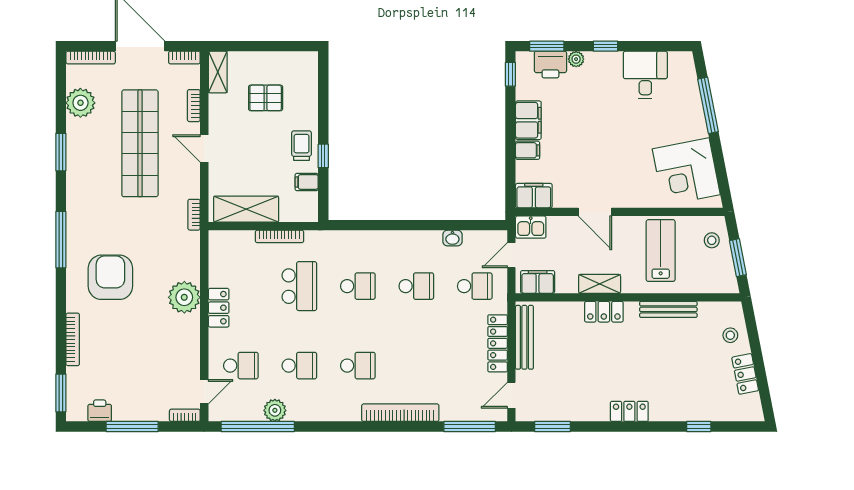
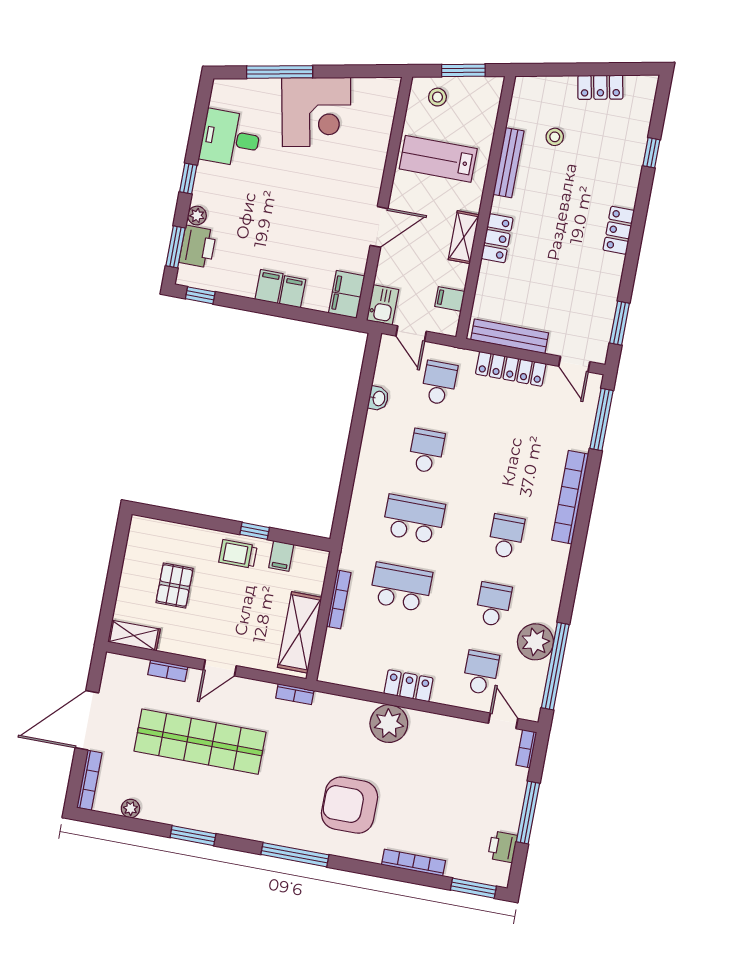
bookcase: (184, 58) -> (110, 671), removed
plant: (80, 103) -> (130, 808), width x0.53, depth x0.53
filing cabinet: (528, 120) -> (269, 286), width x0.50
corner desk: (686, 172) -> (316, 112), moved
filing cabinet: (538, 282) -> (450, 299), width x0.50
school desk: (358, 286) -> (414, 519), width x1.85
stool: (730, 335) -> (555, 137), moved
plant: (275, 410) -> (535, 642), width x1.36, depth x1.36

